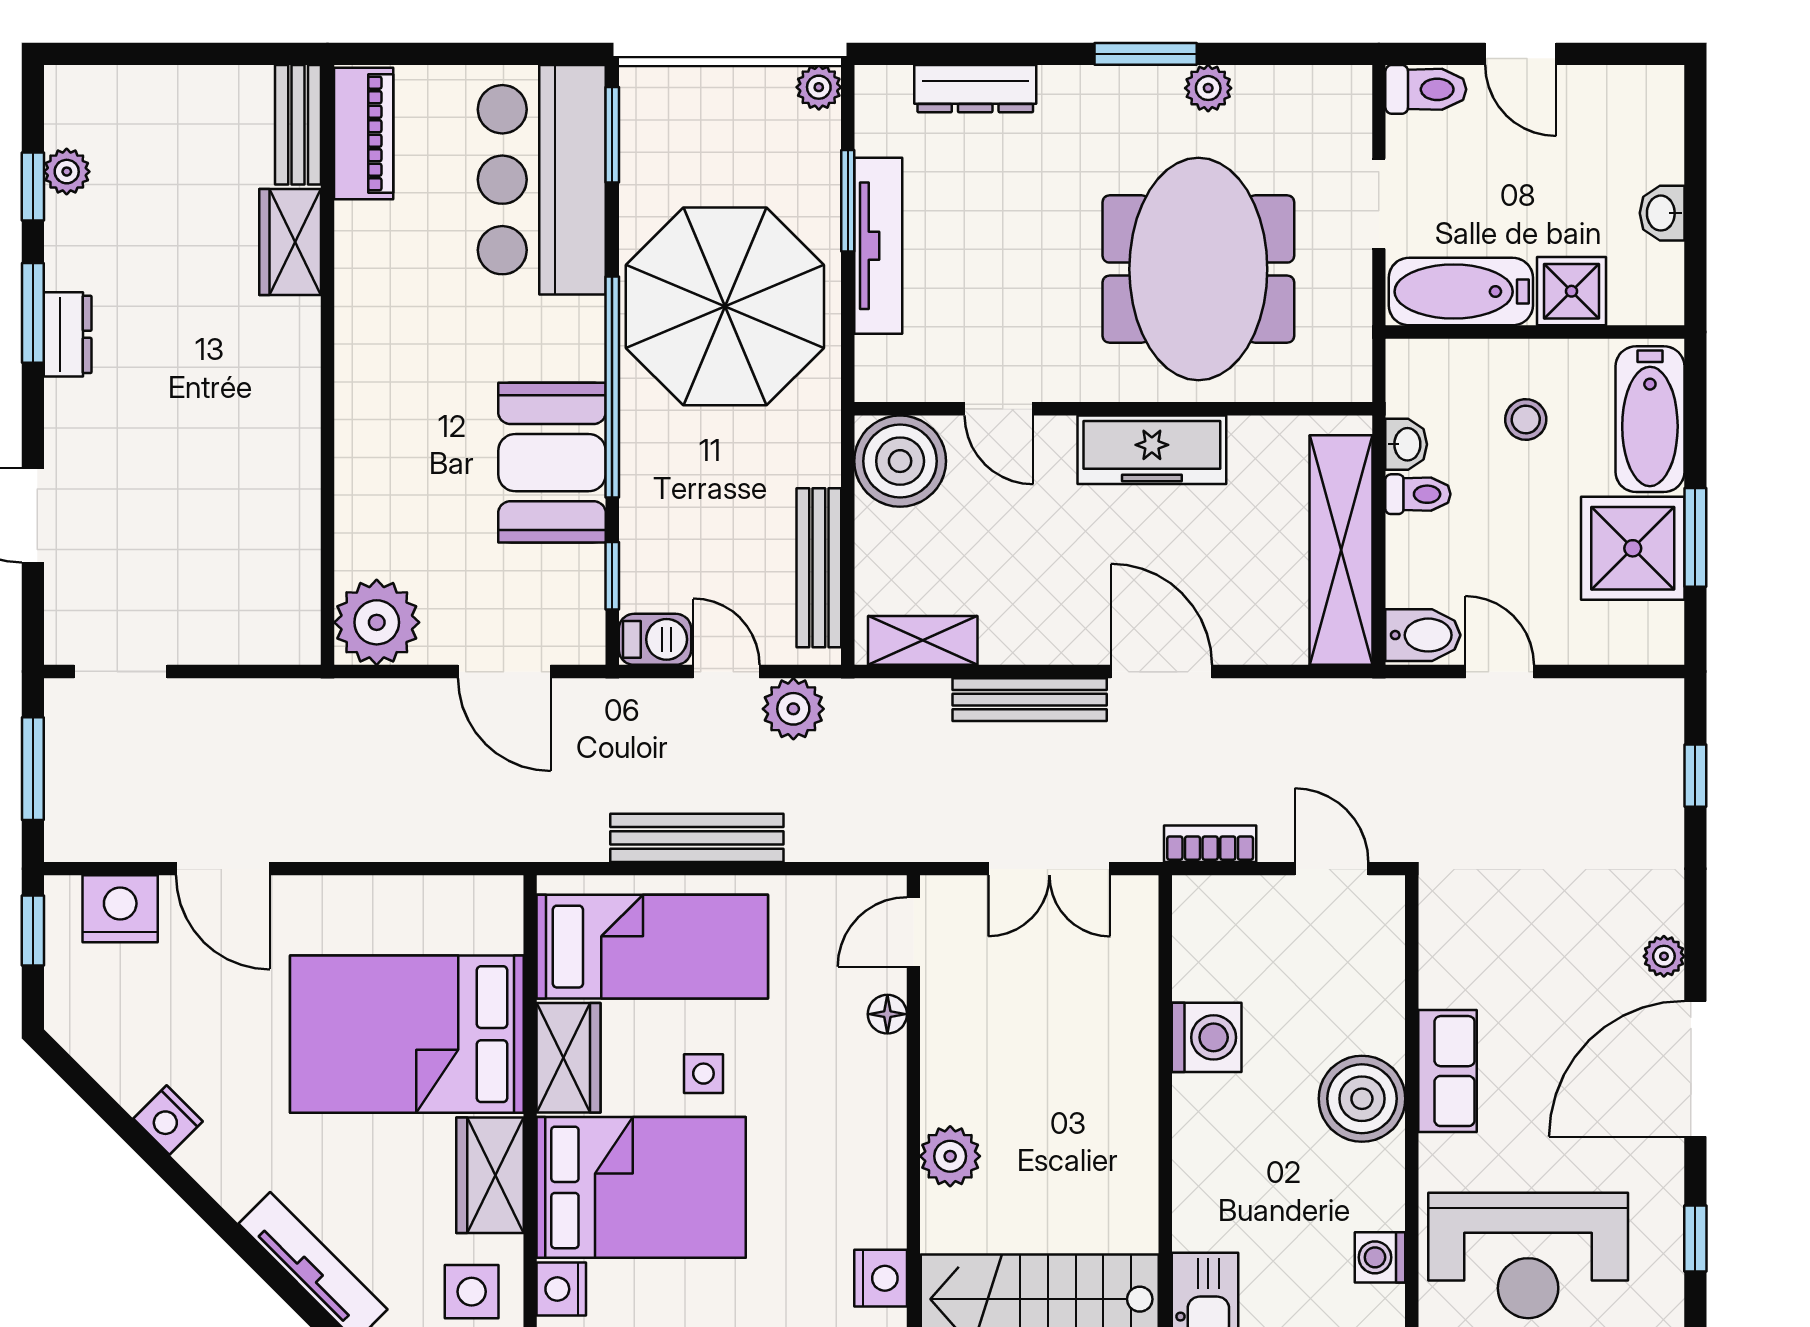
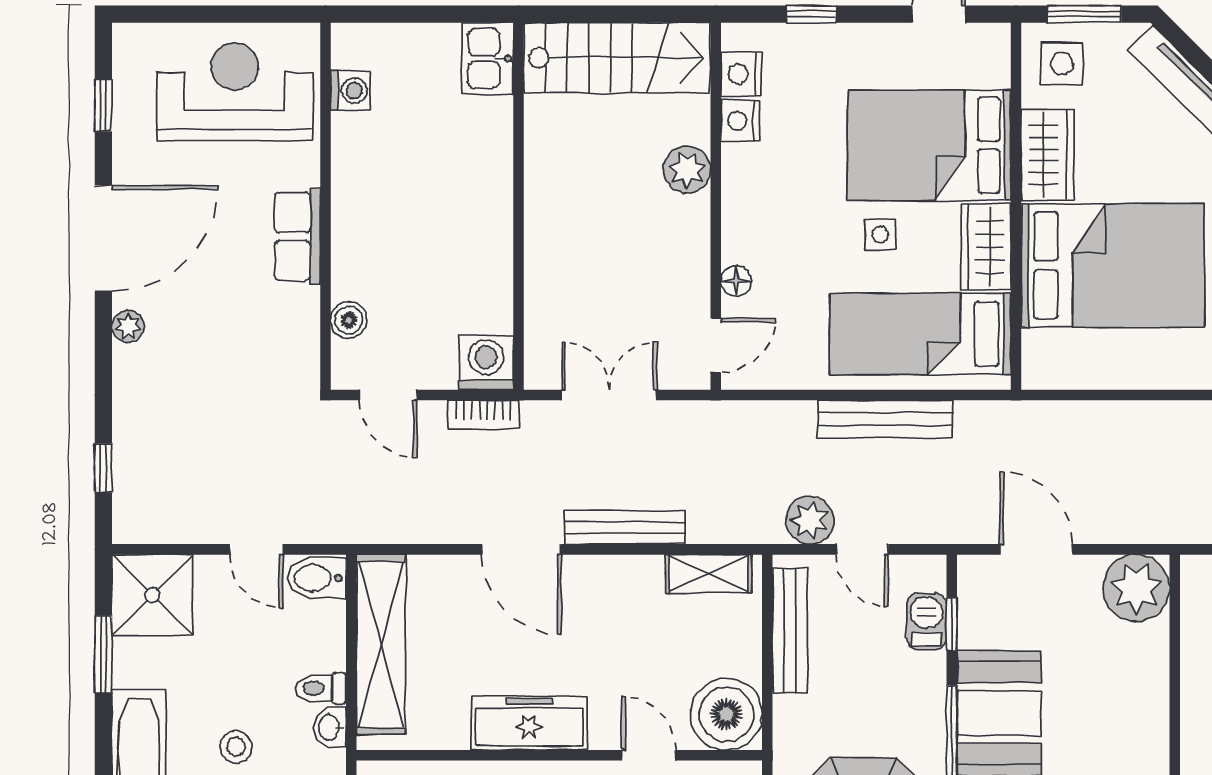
shower: (1633, 548) -> (152, 595), moved
barbecue: (655, 639) -> (927, 621), moved, turned 90
washing machine: (1207, 1037) -> (486, 363), moved, turned 90
boiler: (1362, 1099) -> (349, 320), moved, width x0.54, depth x0.54
nightstand: (561, 1289) -> (740, 121), moved, turned 180

